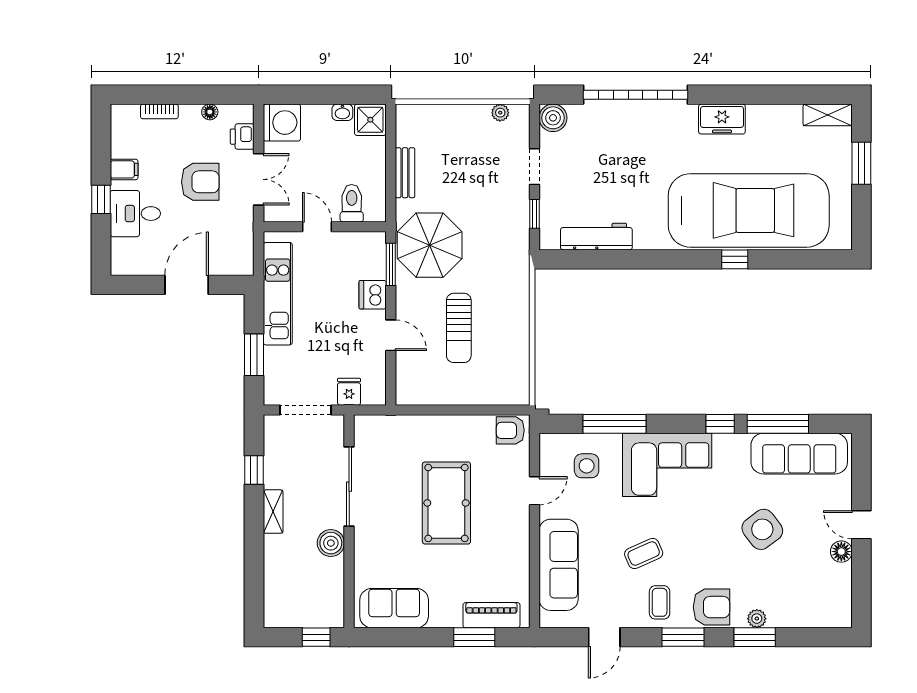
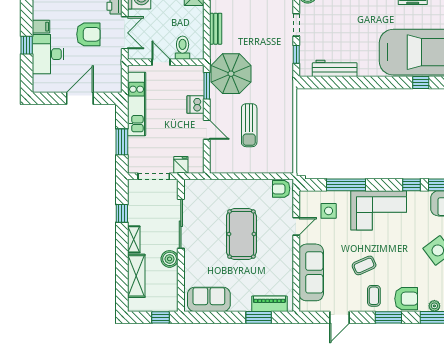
desk: (135, 214) -> (48, 54), width x1.37
shelving: (277, 570) -> (136, 276), added

